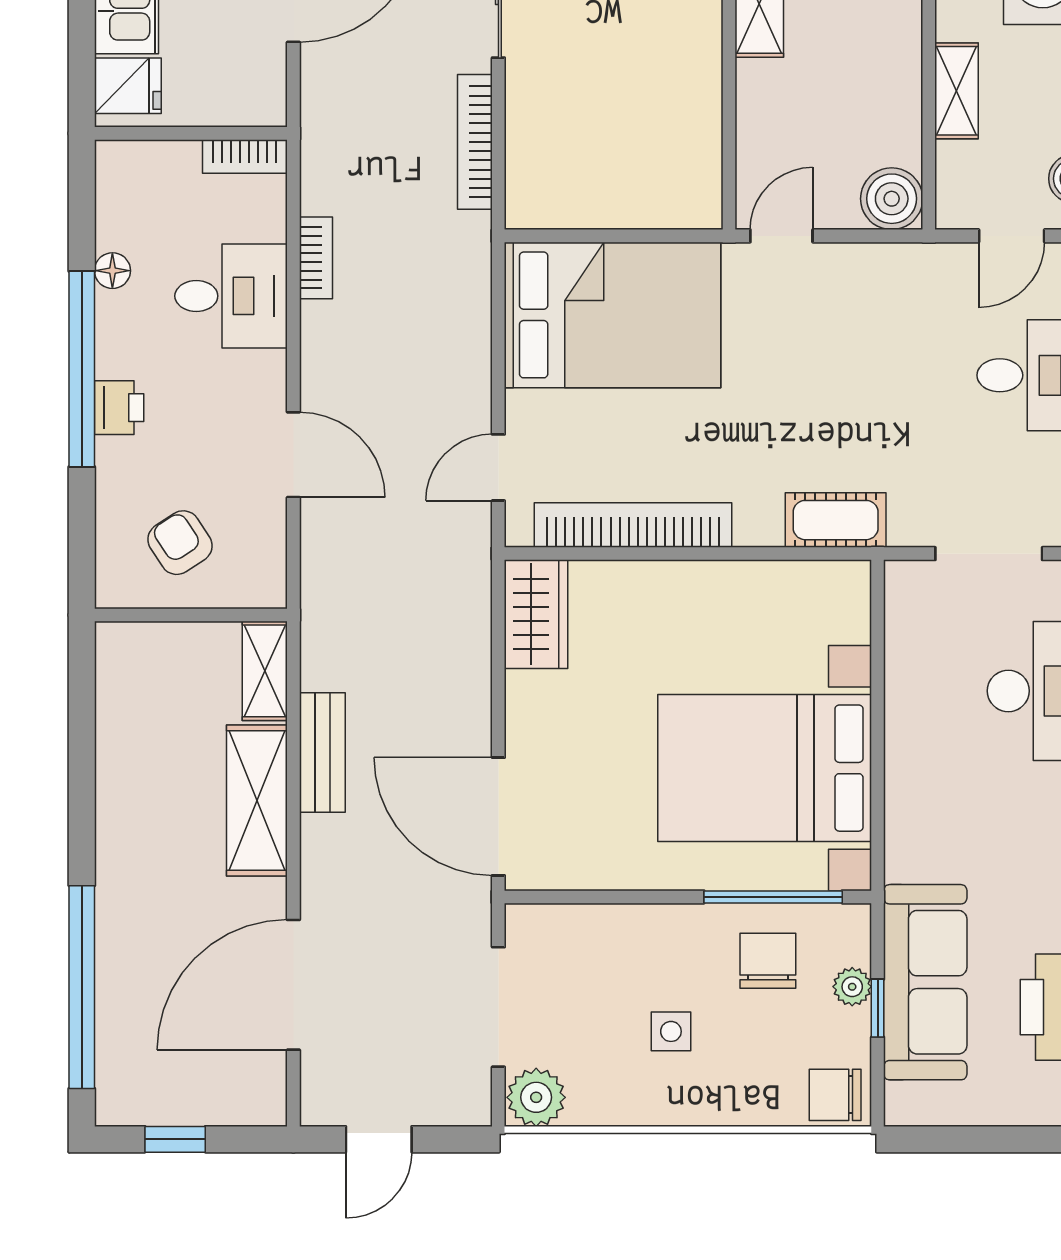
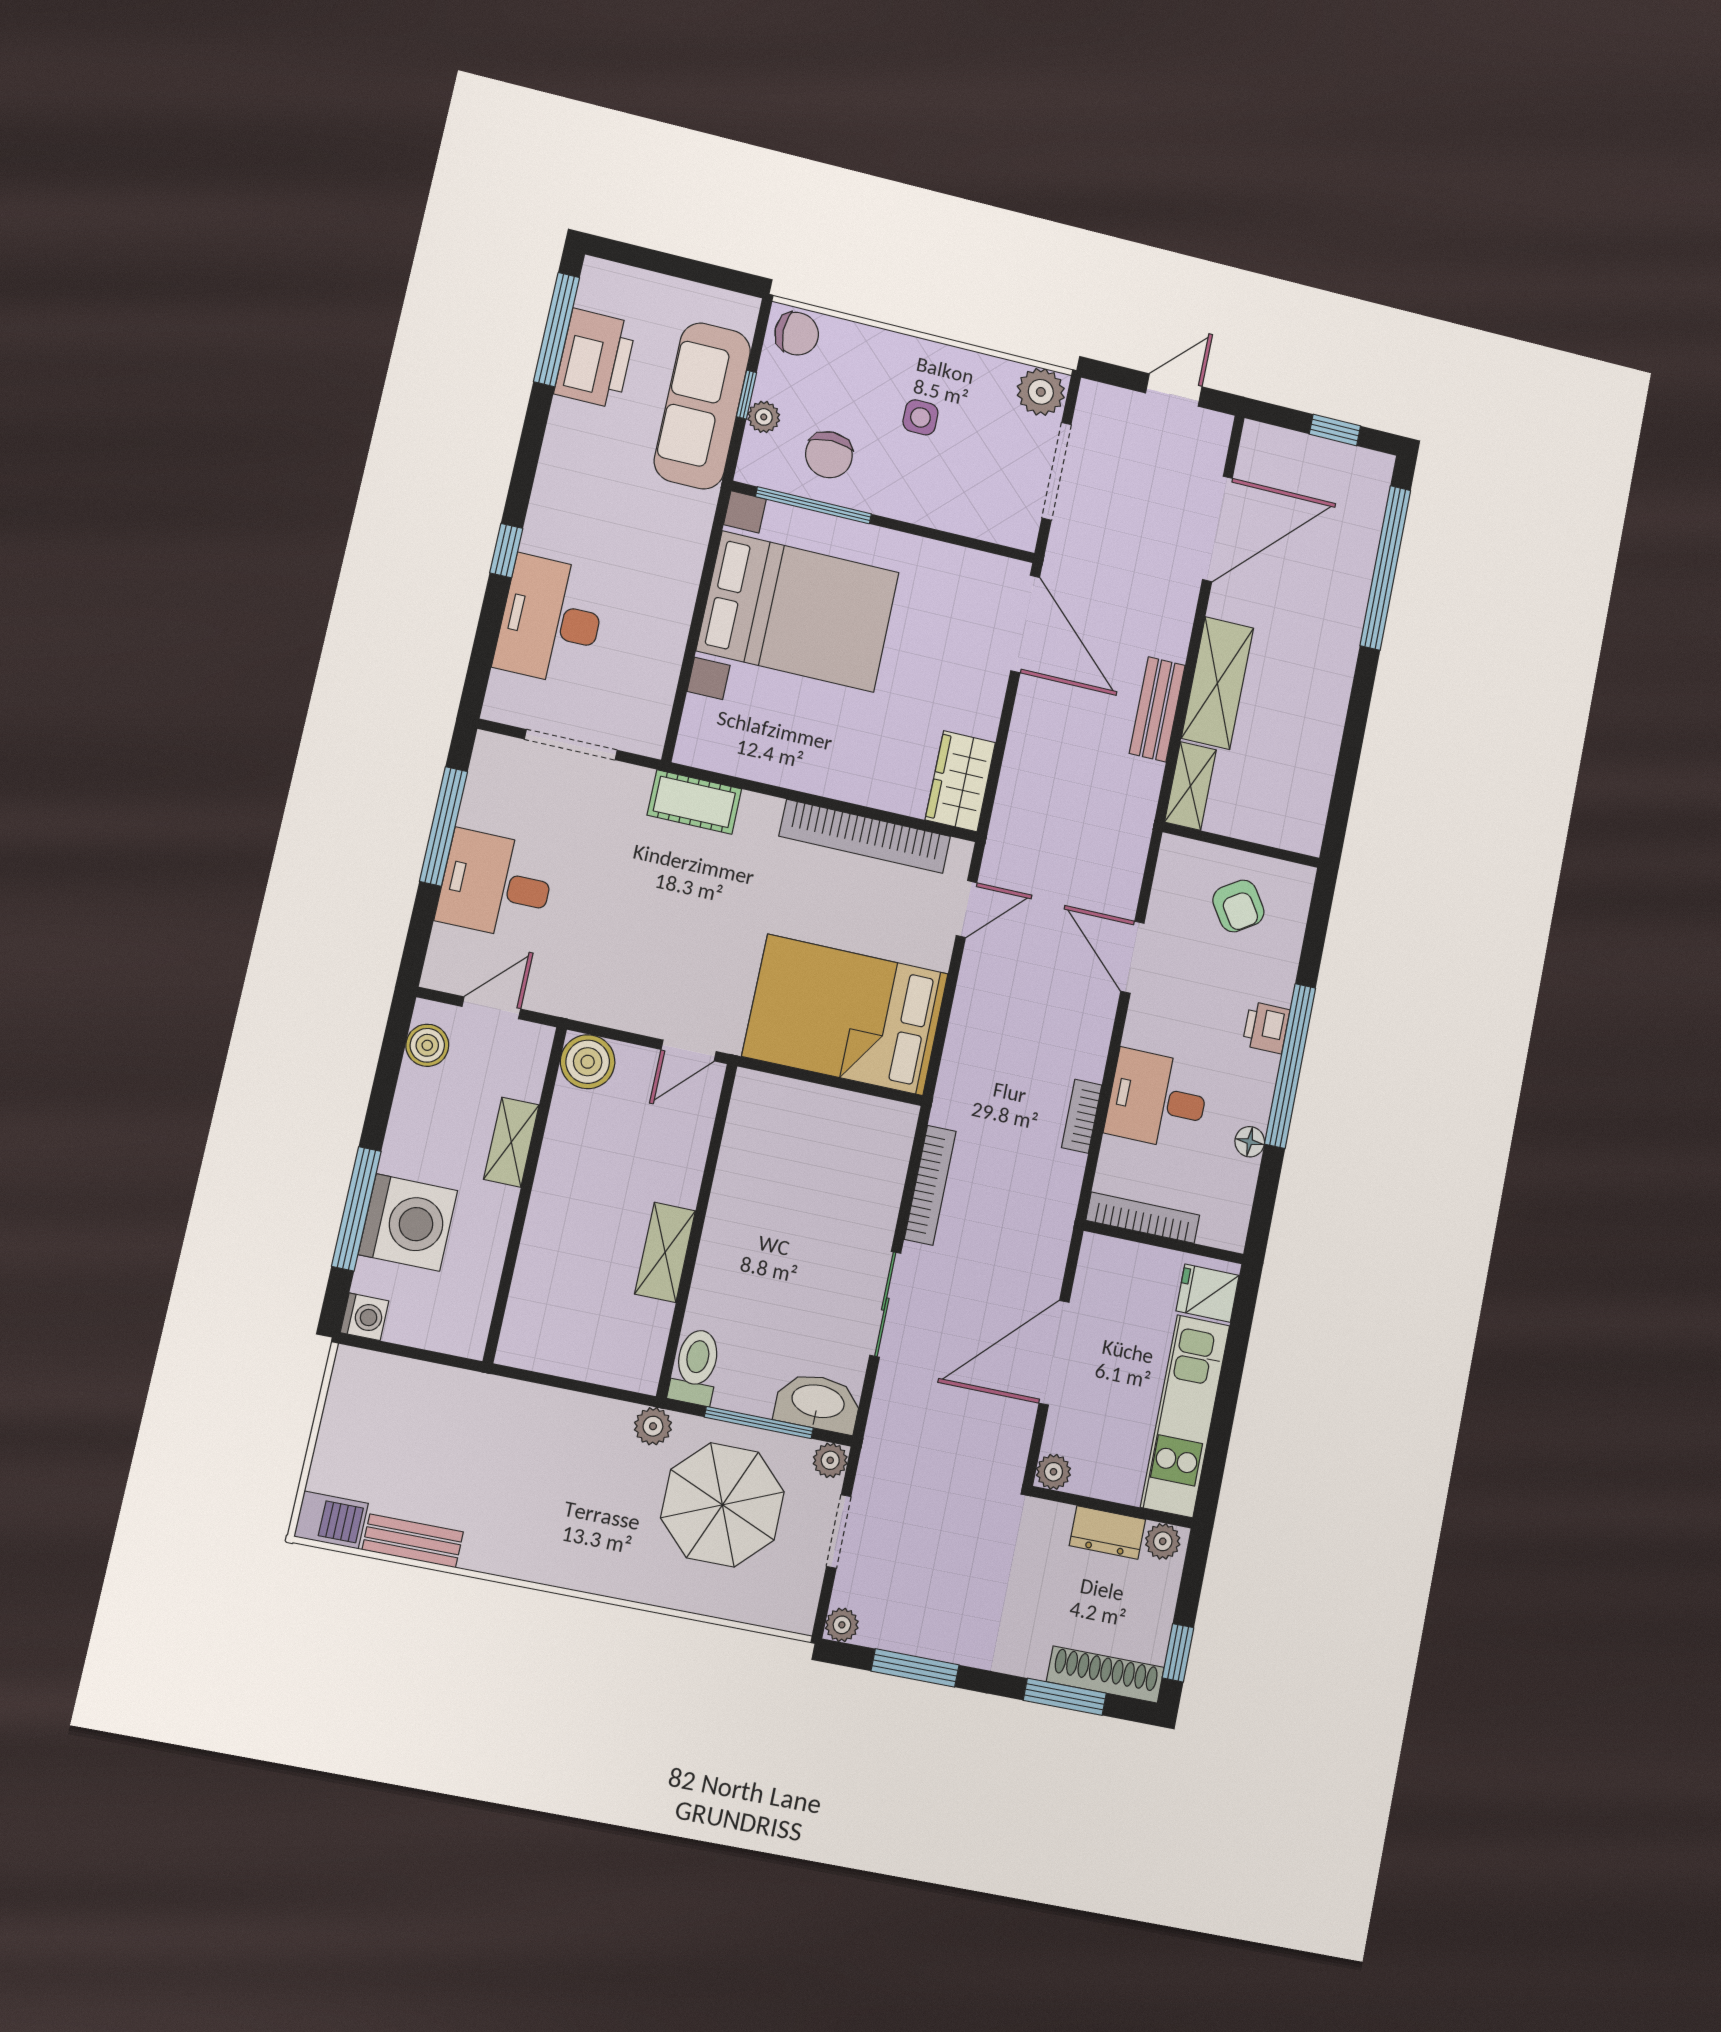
bookcase: (245, 156) -> (1143, 1218), width x1.56

